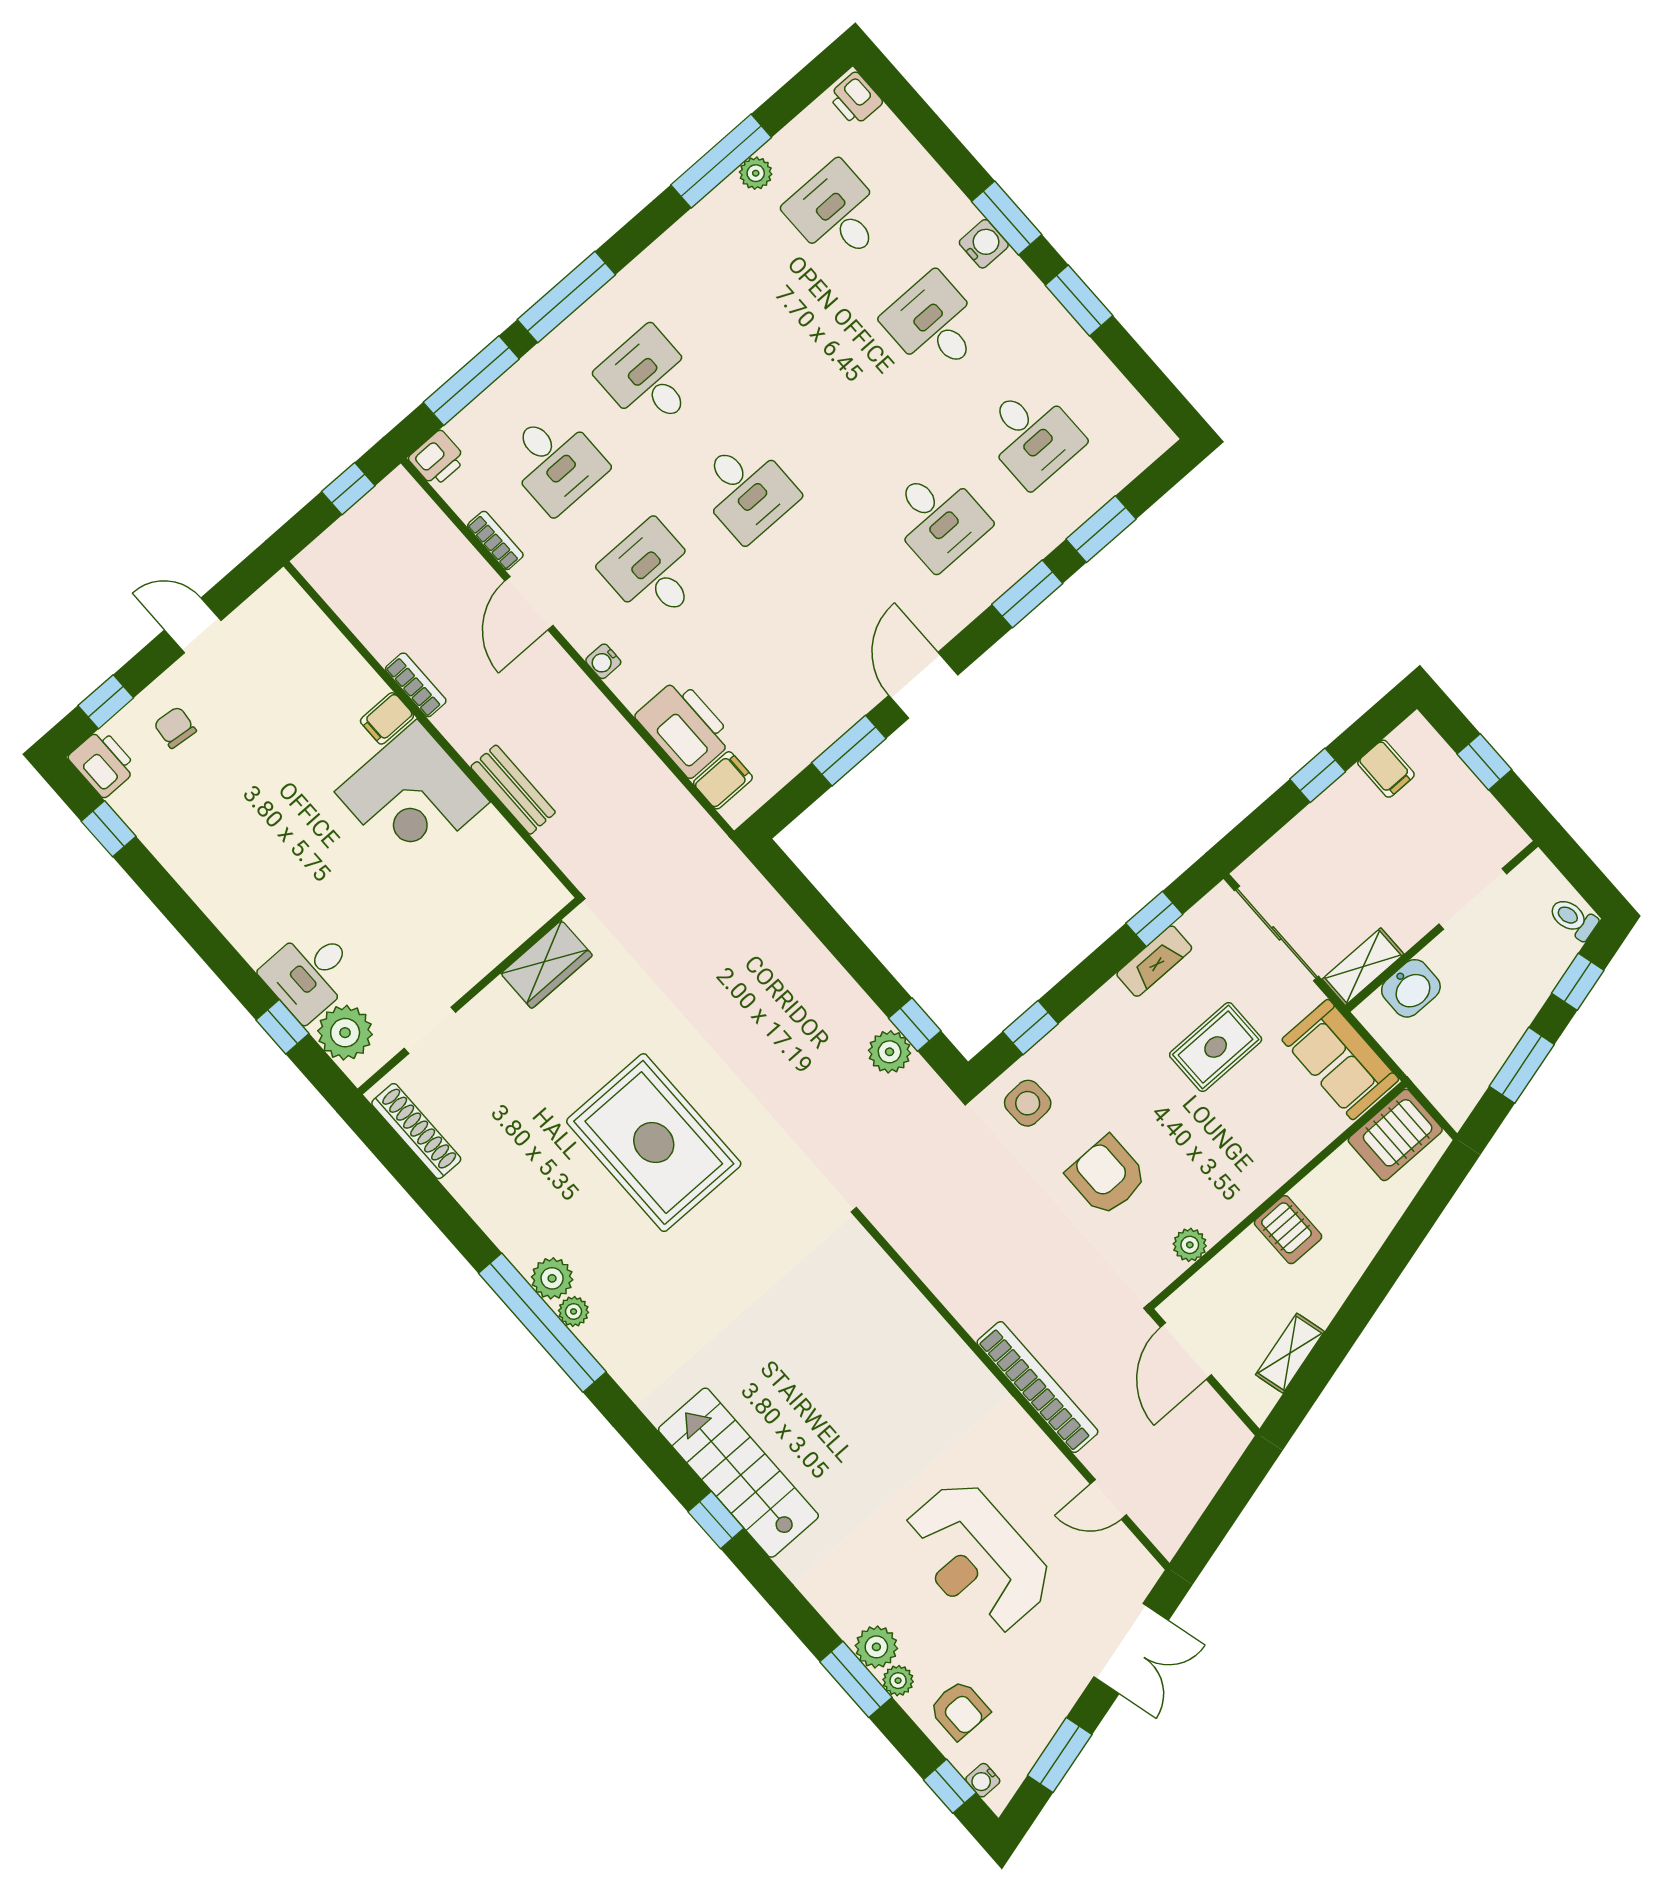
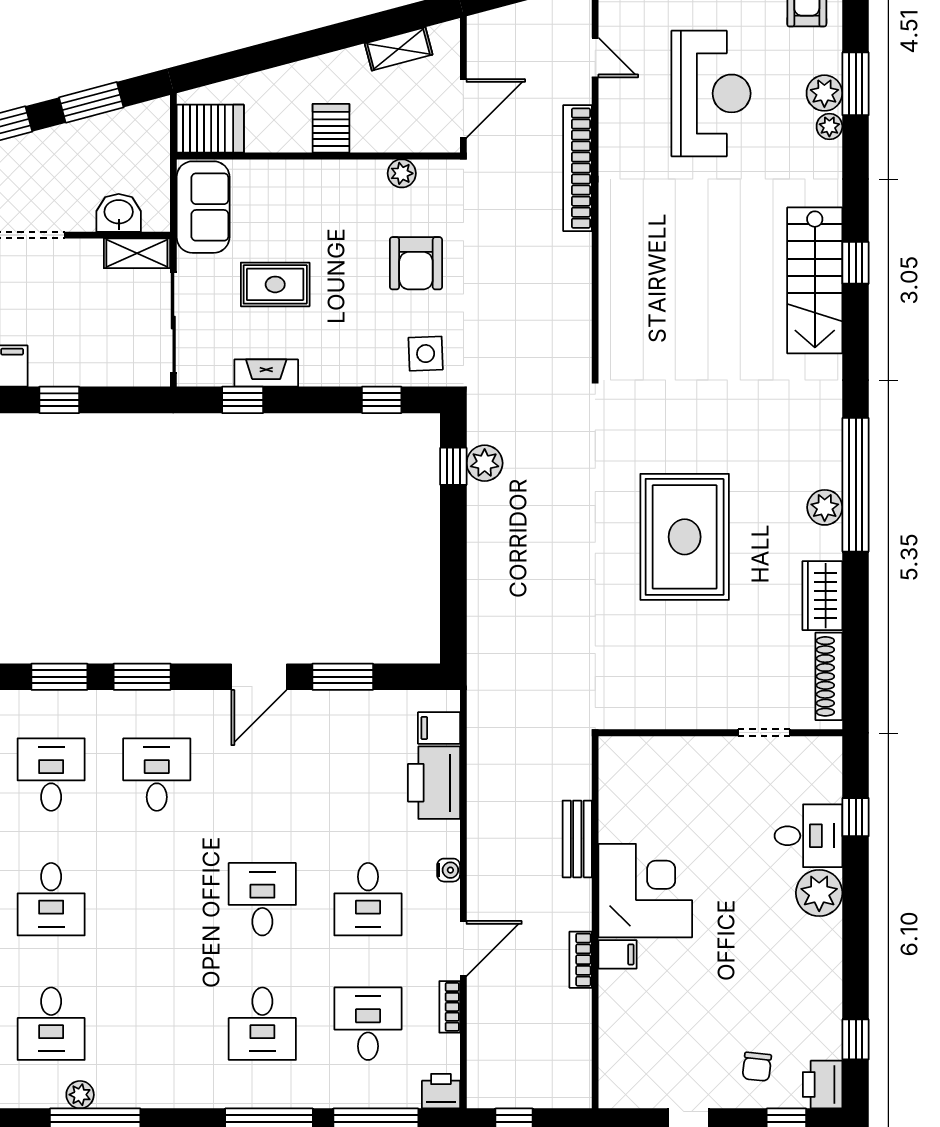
wardrobe: (547, 964) -> (822, 596), moved, turned -90
plant: (345, 1033) -> (819, 893), moved
plant: (574, 1311) -> (830, 474), removed
plant: (898, 1681) -> (829, 126), moved

